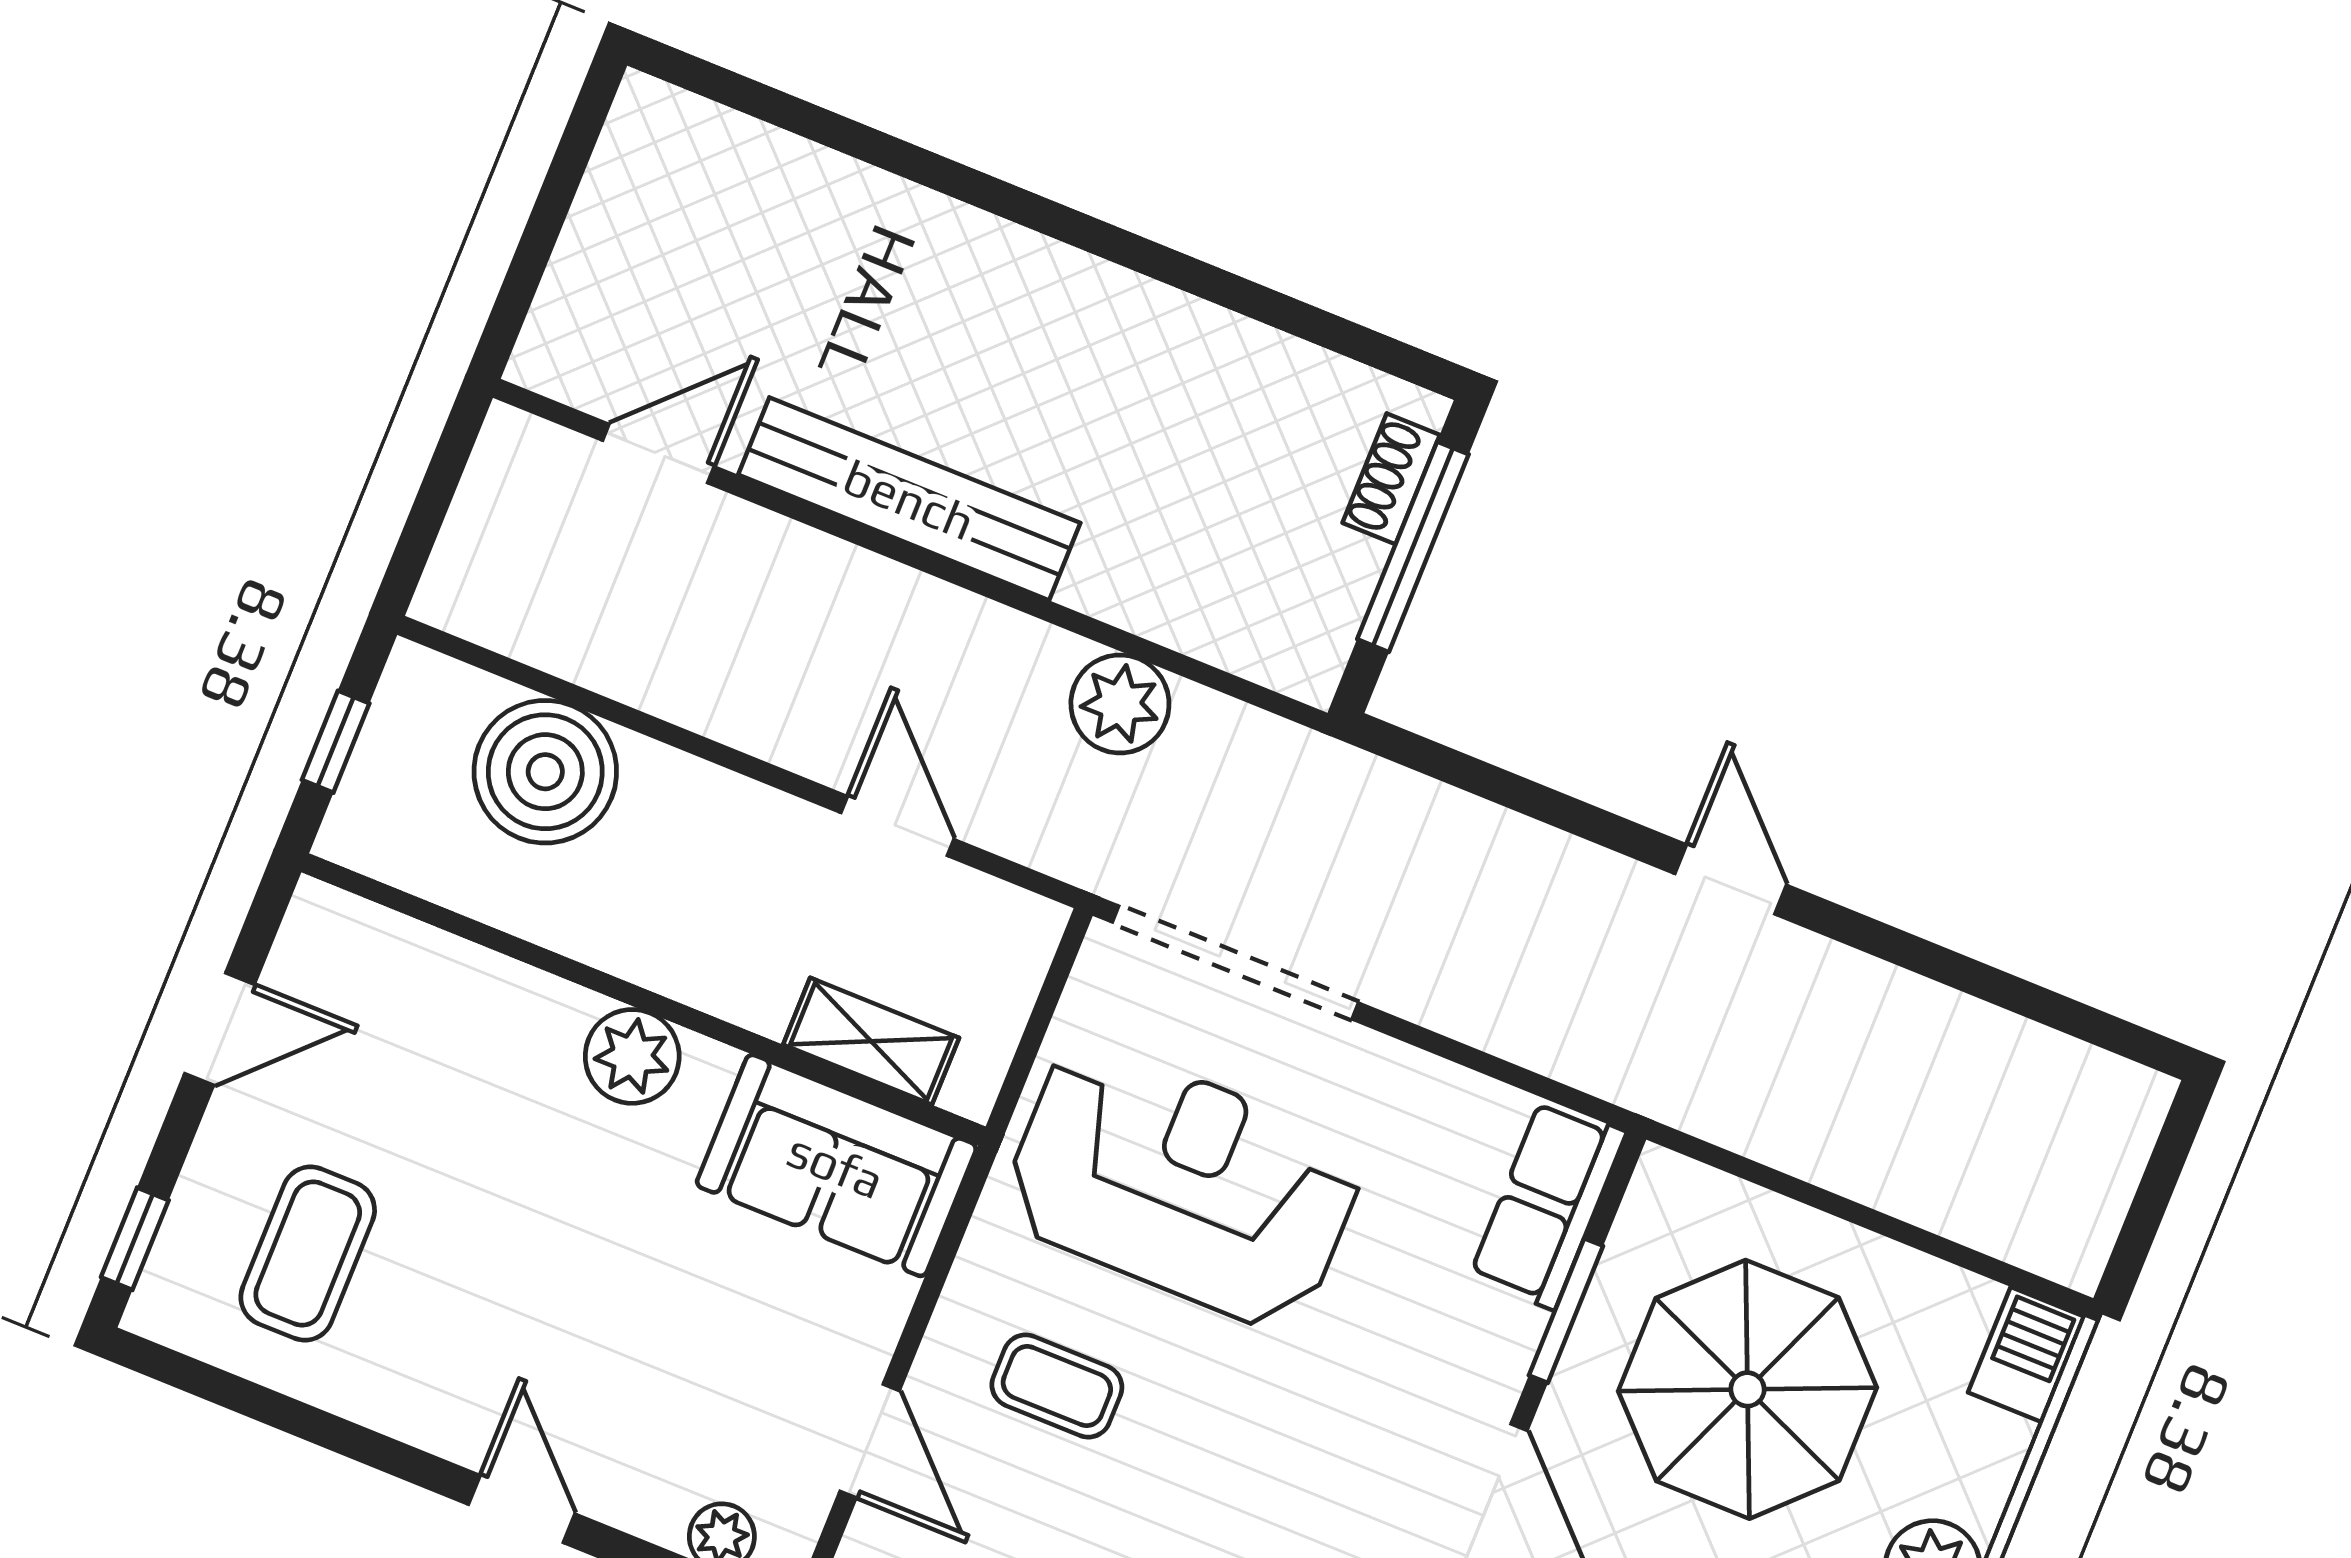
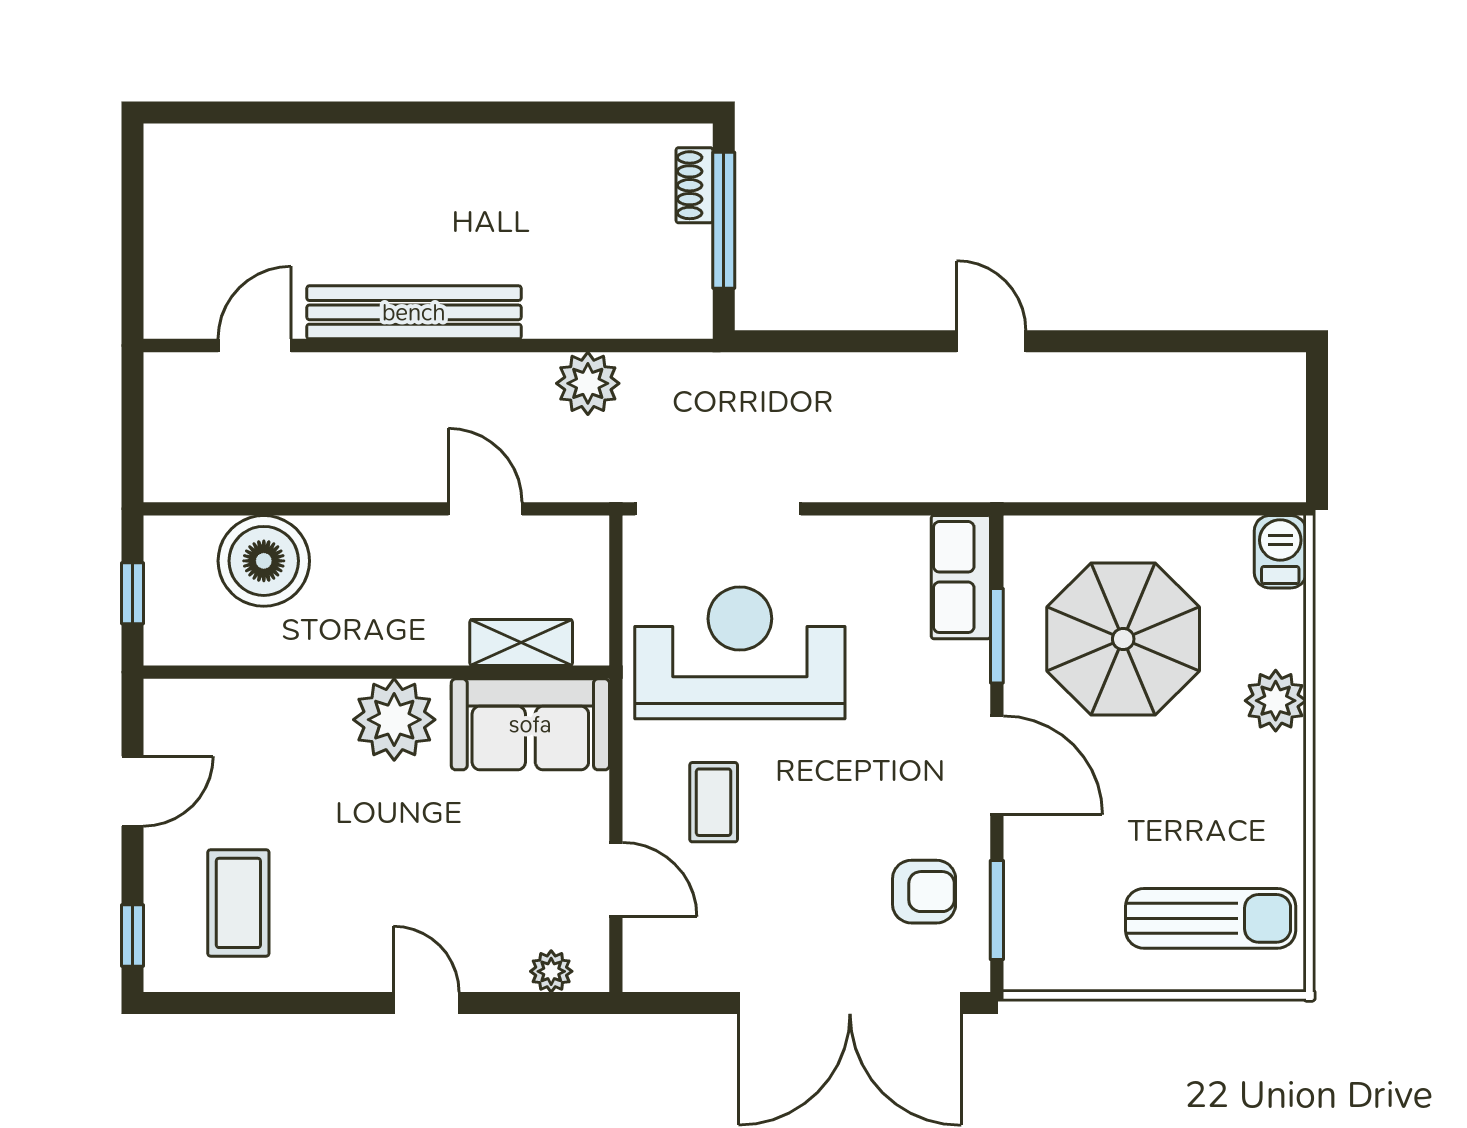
plant: (632, 1056) -> (394, 720), width x1.36, depth x1.36
coffee table: (1057, 1386) -> (714, 802), turned 90

